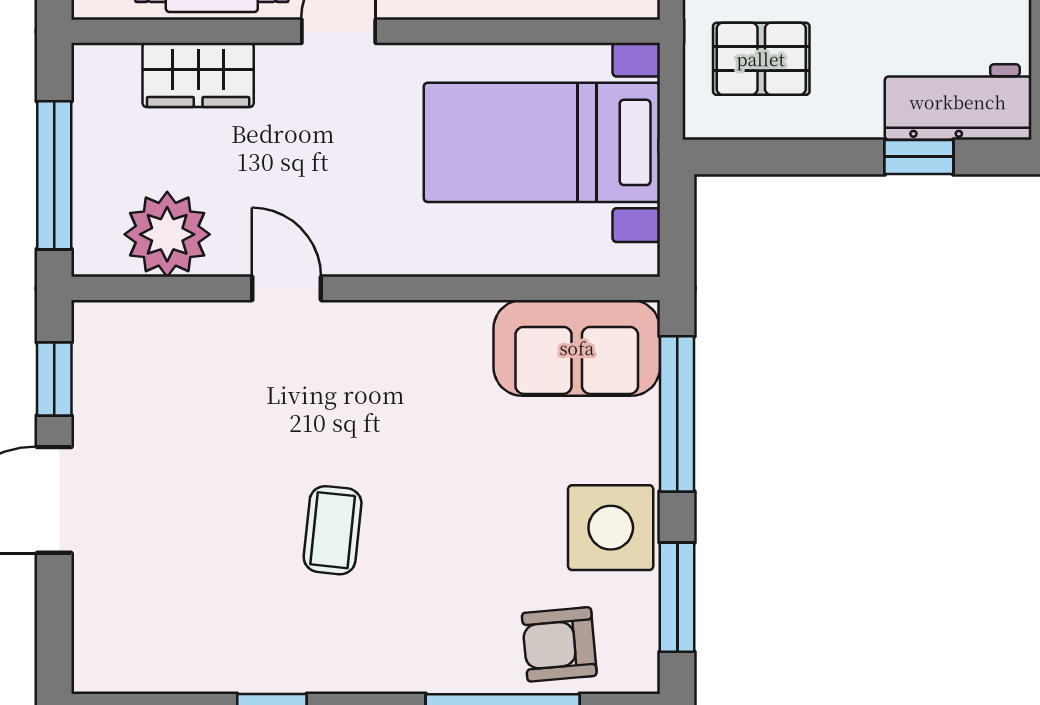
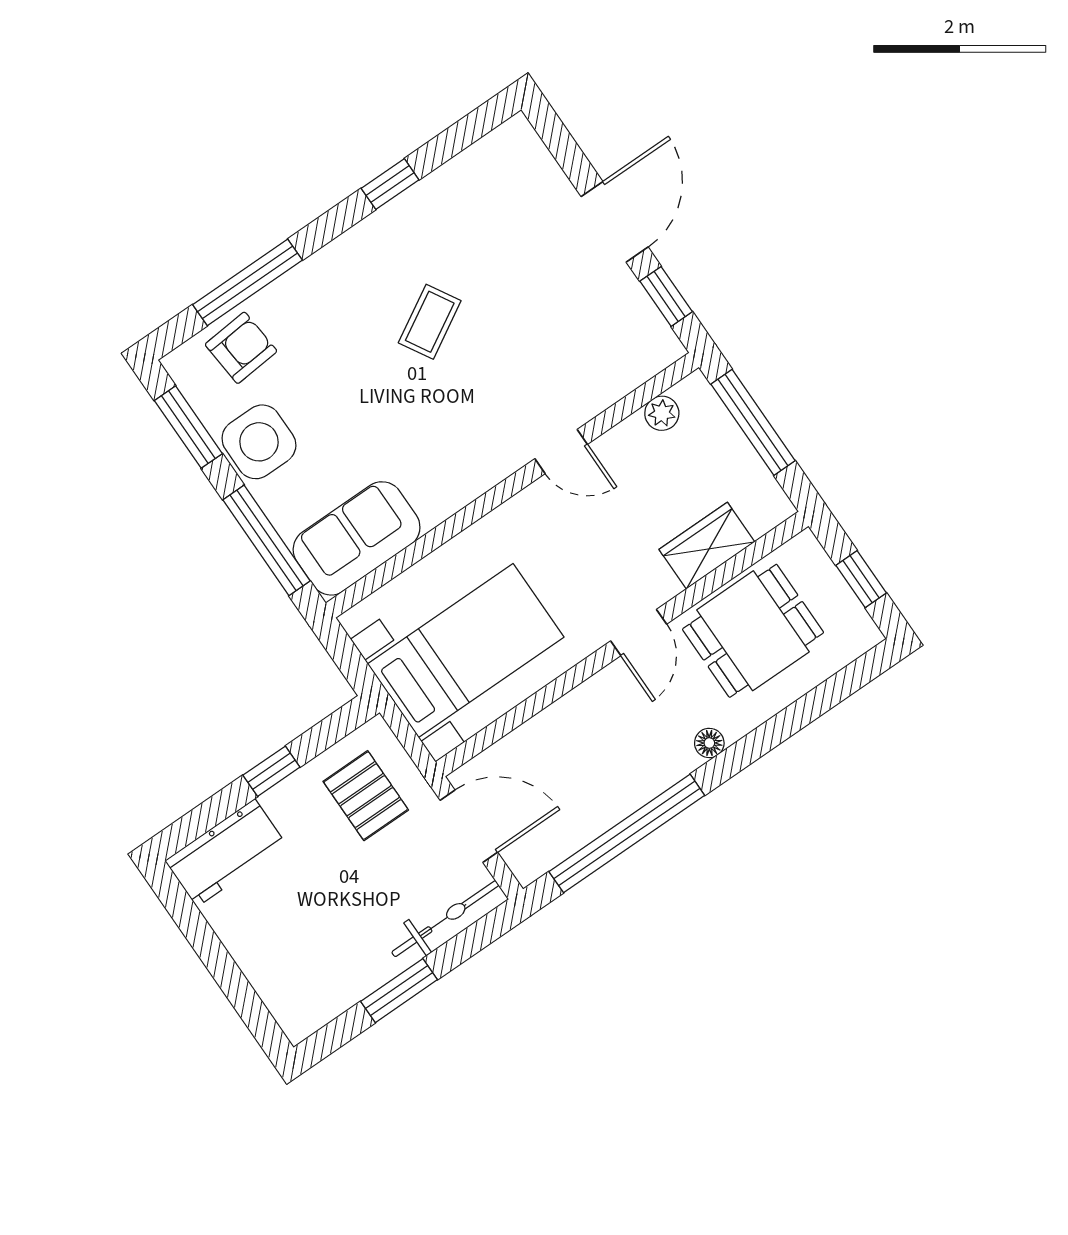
pallet: (761, 59) -> (366, 796), turned 90
window: (919, 157) -> (271, 771), moved
plant: (167, 234) -> (662, 413), width x0.53, depth x0.53
coffee table: (333, 530) -> (430, 322), turned 54

